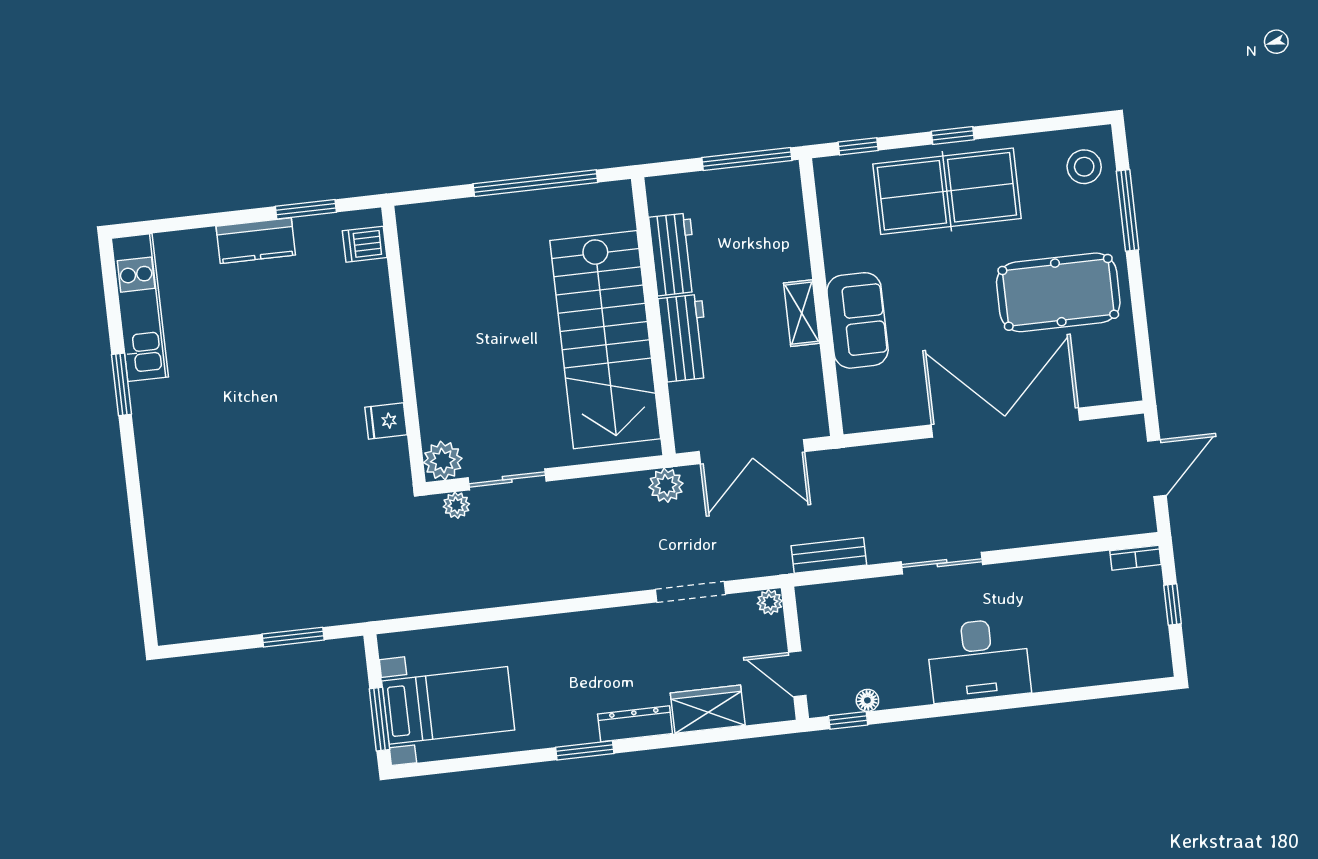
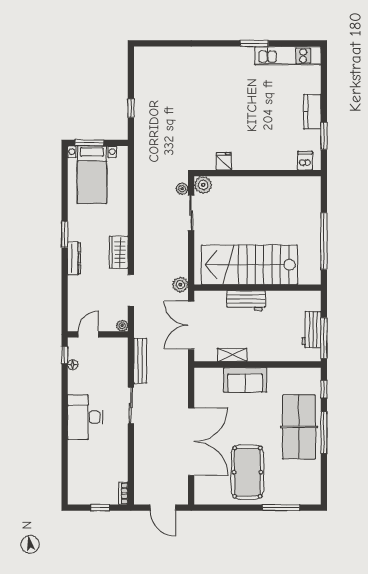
window: (953, 136) -> (324, 433), width x2.17
stool: (1084, 167) -> (303, 490), removed
workbench: (674, 254) -> (312, 330), moved, turned 90
shelving: (802, 313) -> (232, 355), moved
bench: (829, 555) -> (140, 361), width x1.36
window: (293, 637) -> (131, 108), width x0.67
wardrobe: (708, 709) -> (119, 252), moved, turned 180

